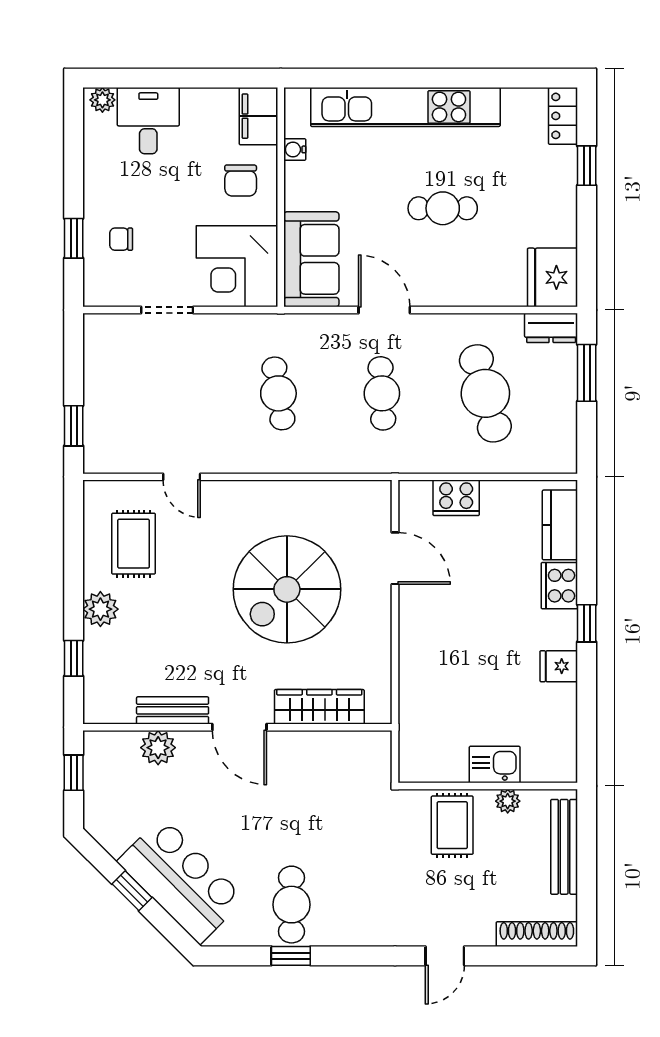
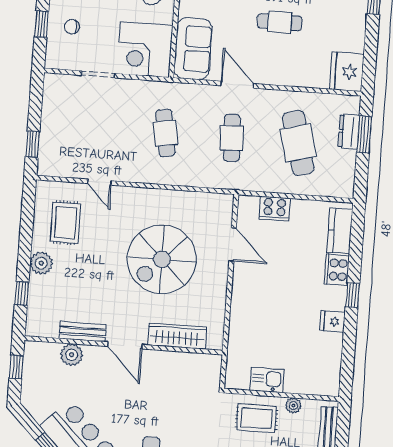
dresser: (551, 328) -> (349, 132), moved, turned 90
kitchen sink: (495, 765) -> (267, 380), moved
rug: (452, 825) -> (257, 418), turned 90

